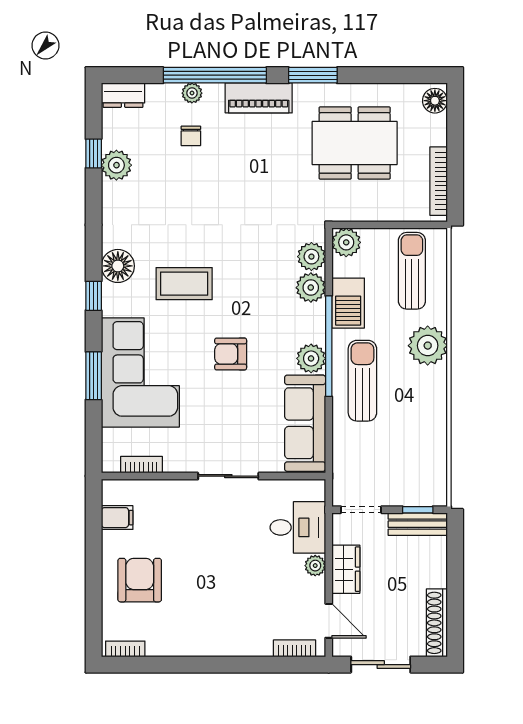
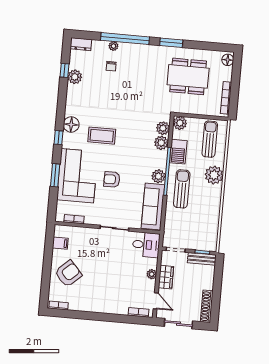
piano: (259, 98) -> (145, 51), removed
armchair: (231, 354) -> (112, 179), moved
desk: (298, 527) -> (146, 245), moved
armchair: (140, 580) -> (68, 274), turned 48

